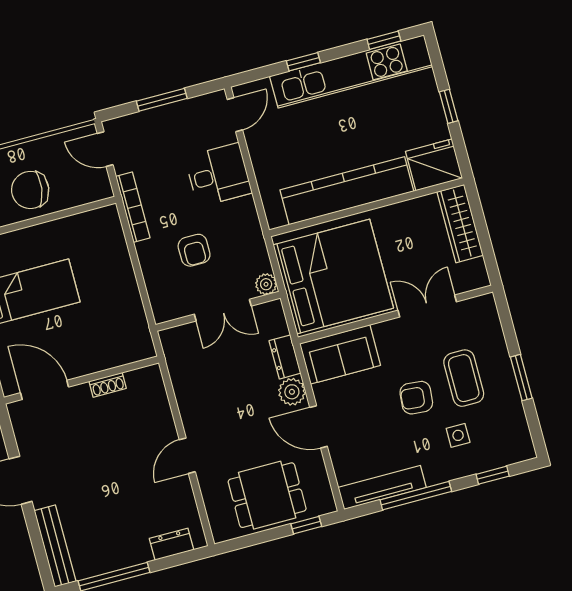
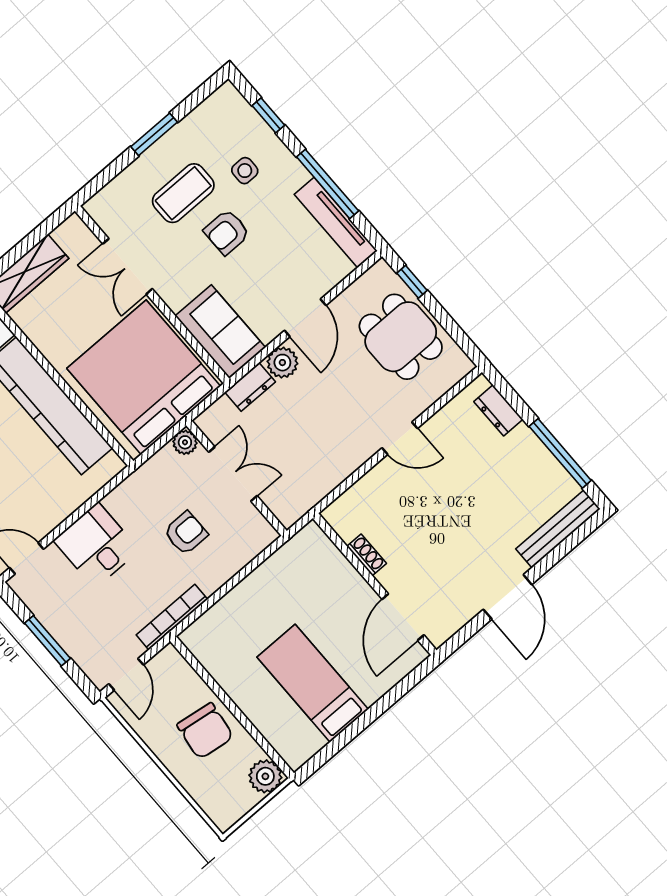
armchair: (416, 398) -> (227, 232), turned 85

